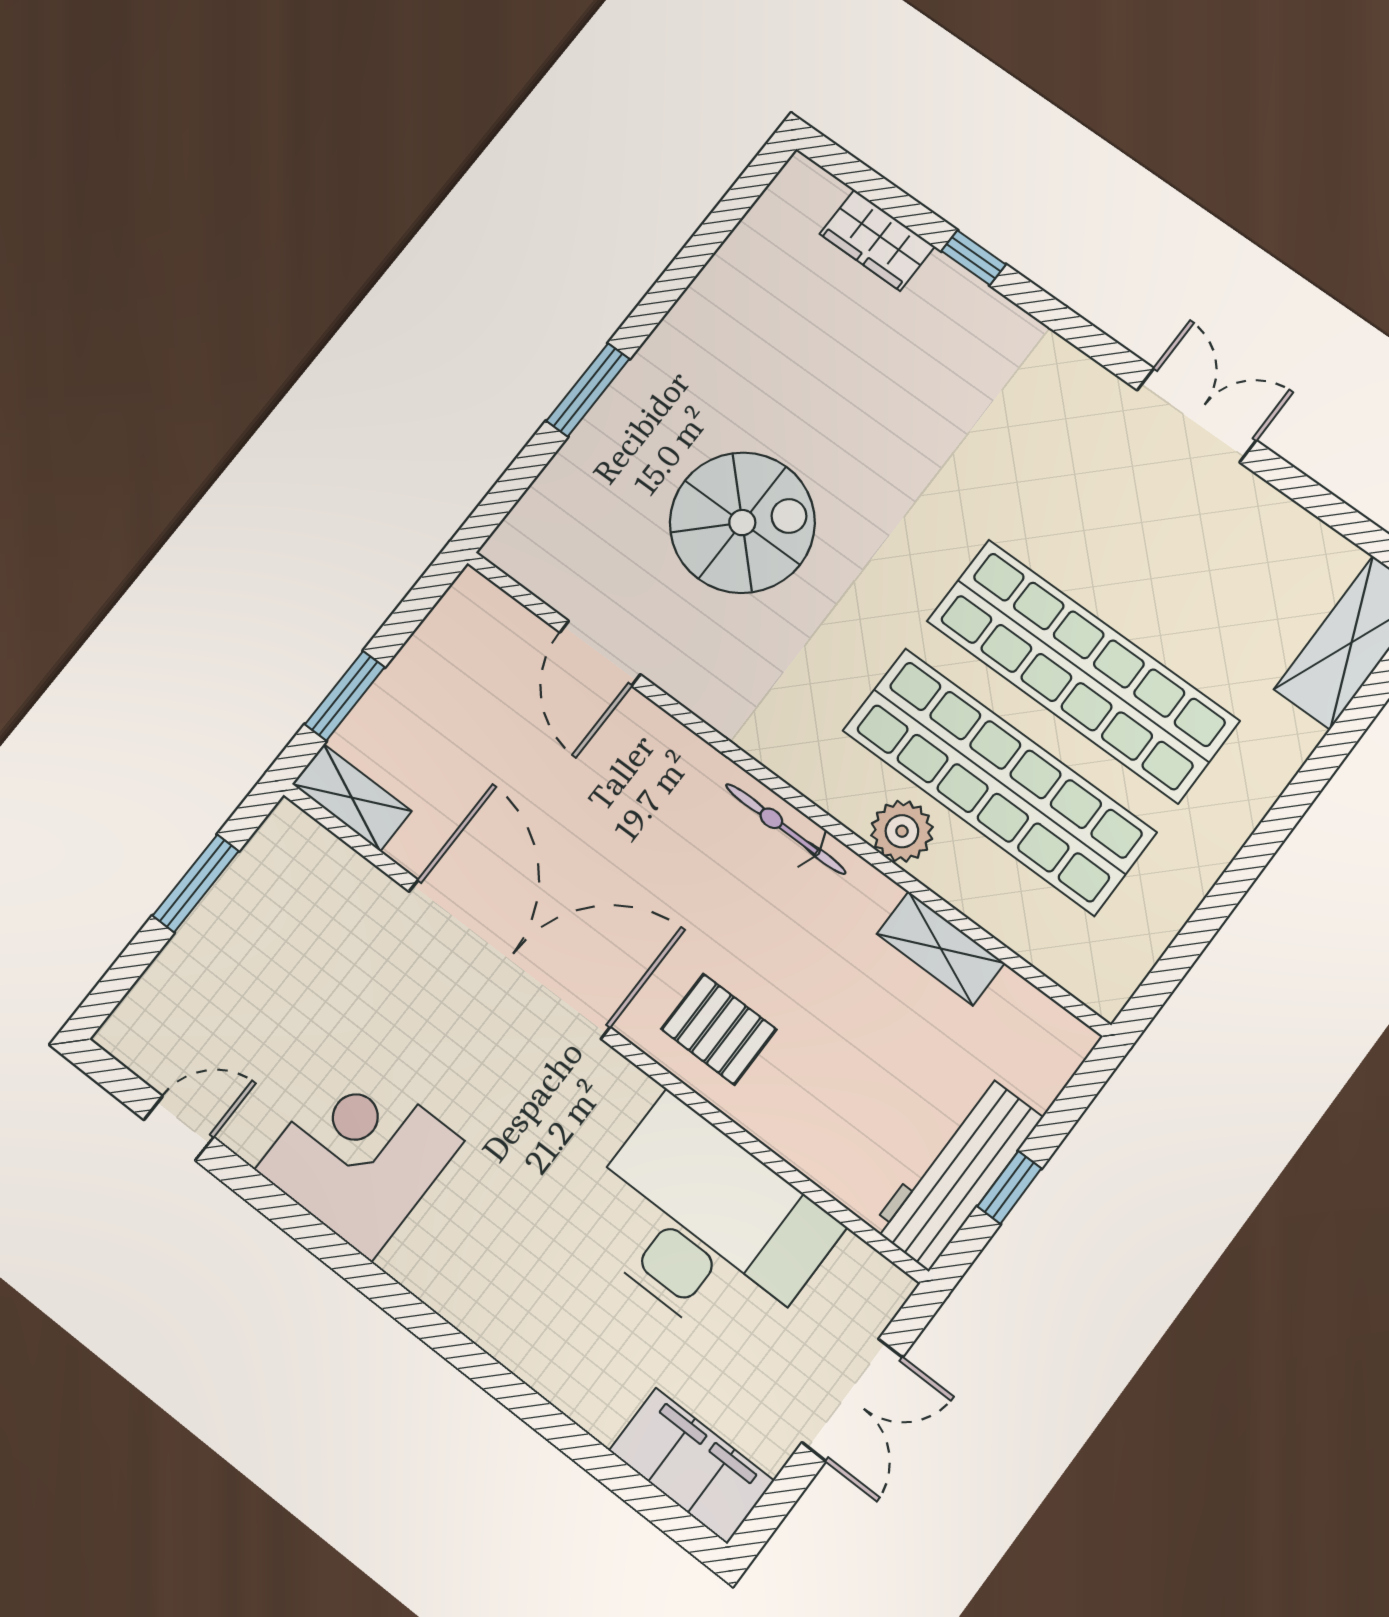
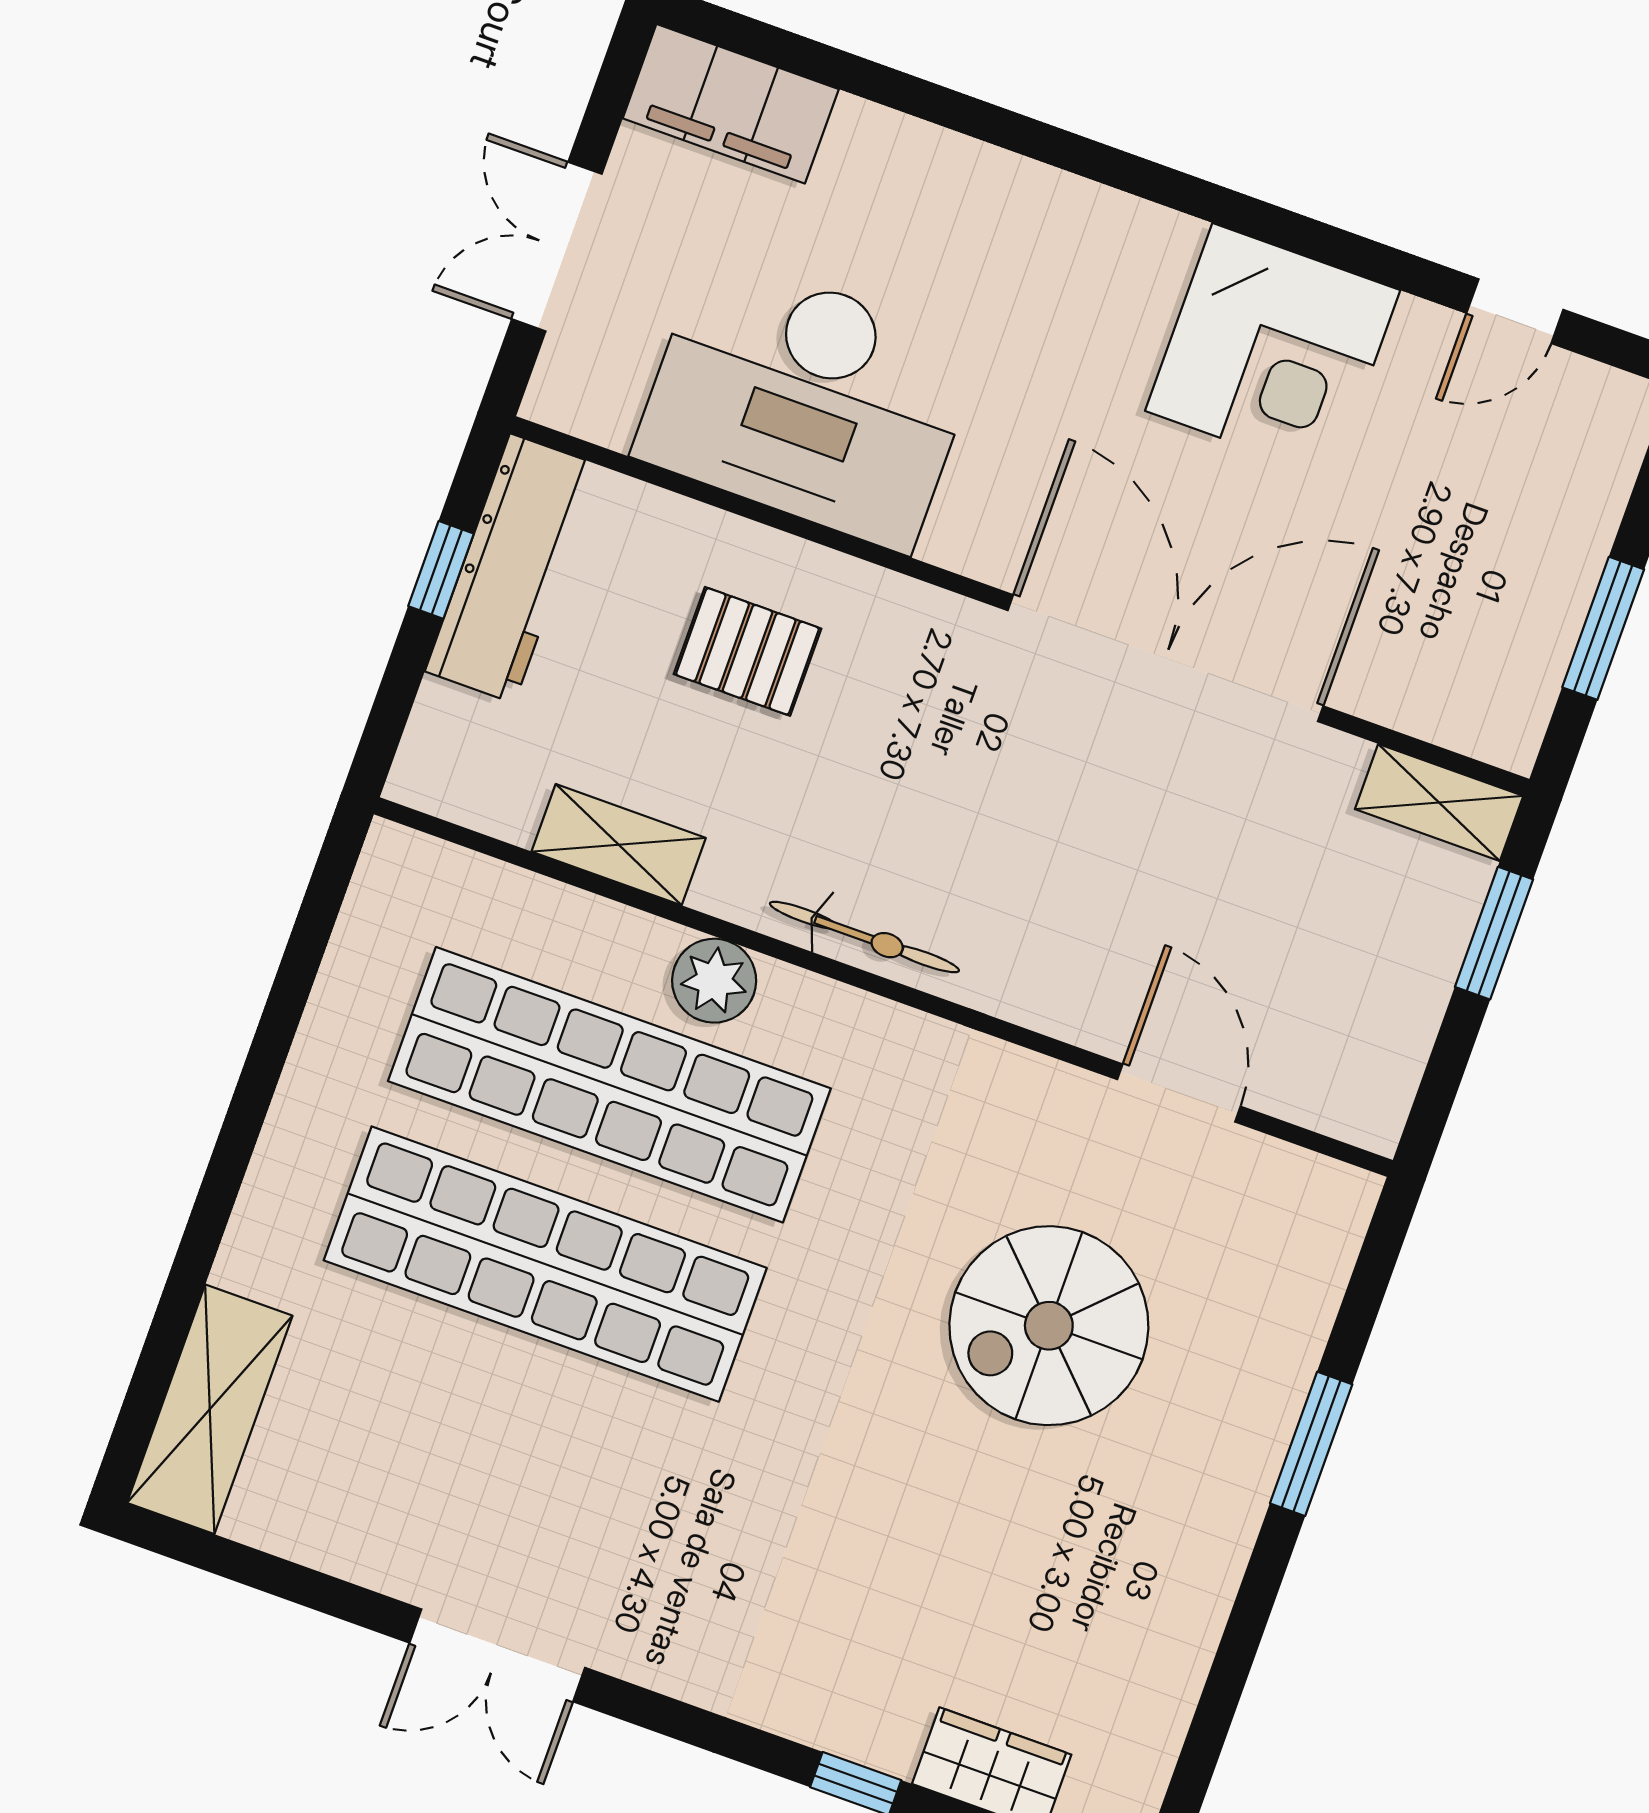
double door: (509, 959) -> (1165, 658), swing flipped
pallet: (719, 1029) -> (748, 651), moved

